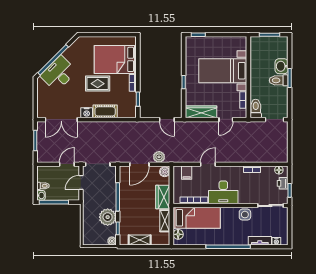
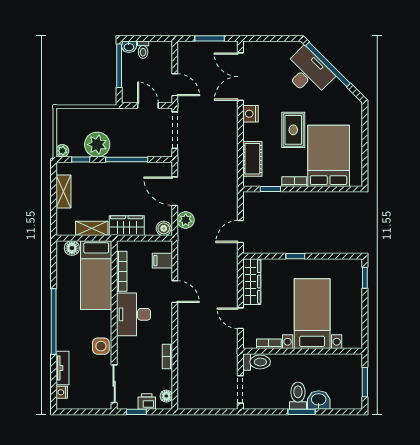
cot: (105, 111) -> (252, 159), moved

